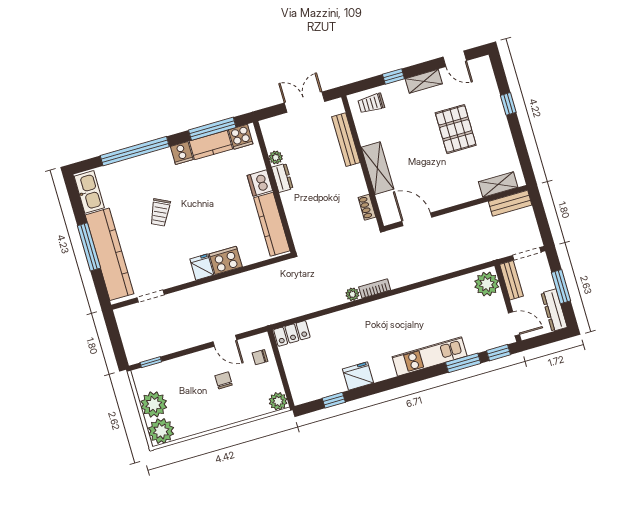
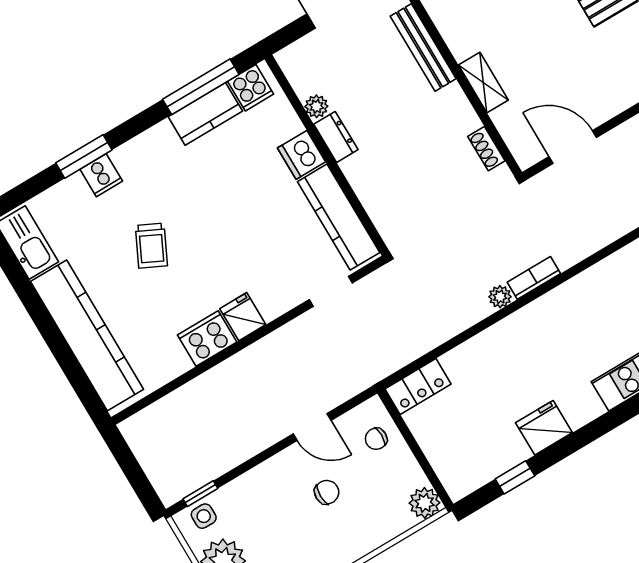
window: (135, 151) -> (84, 156), width x0.47
cooker: (182, 153) -> (101, 175), moved
shelving: (377, 168) -> (483, 83), width x0.67, depth x0.75
window: (89, 247) -> (50, 332), removed
cooker: (226, 260) -> (207, 338), moved
doorway: (151, 296) -> (331, 291), moved
side table: (149, 376) -> (204, 516), added
chair: (224, 380) -> (327, 492), turned 90

